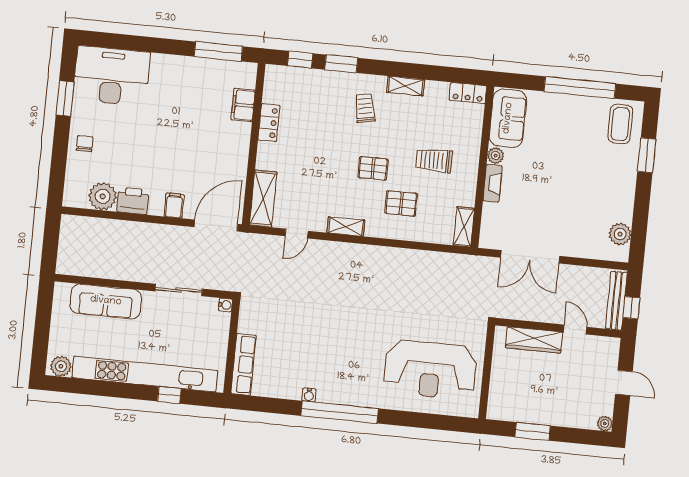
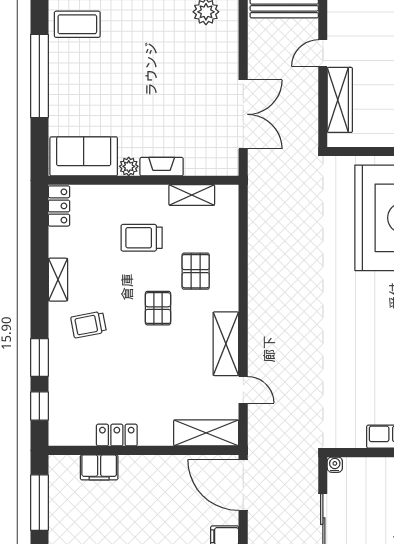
trolley: (434, 160) -> (142, 238), turned 90
shelving: (346, 226) -> (226, 344), width x1.50, depth x1.33
shelving: (464, 227) -> (192, 195), moved

